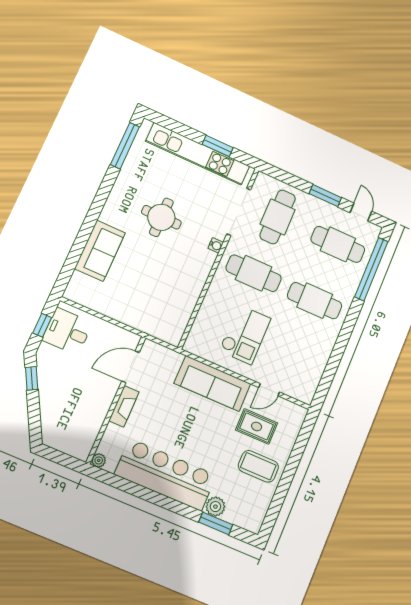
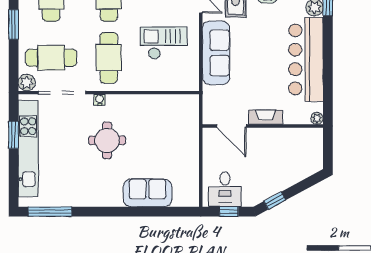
plant: (263, 182) -> (27, 83), added
round table: (161, 217) -> (107, 140), moved

